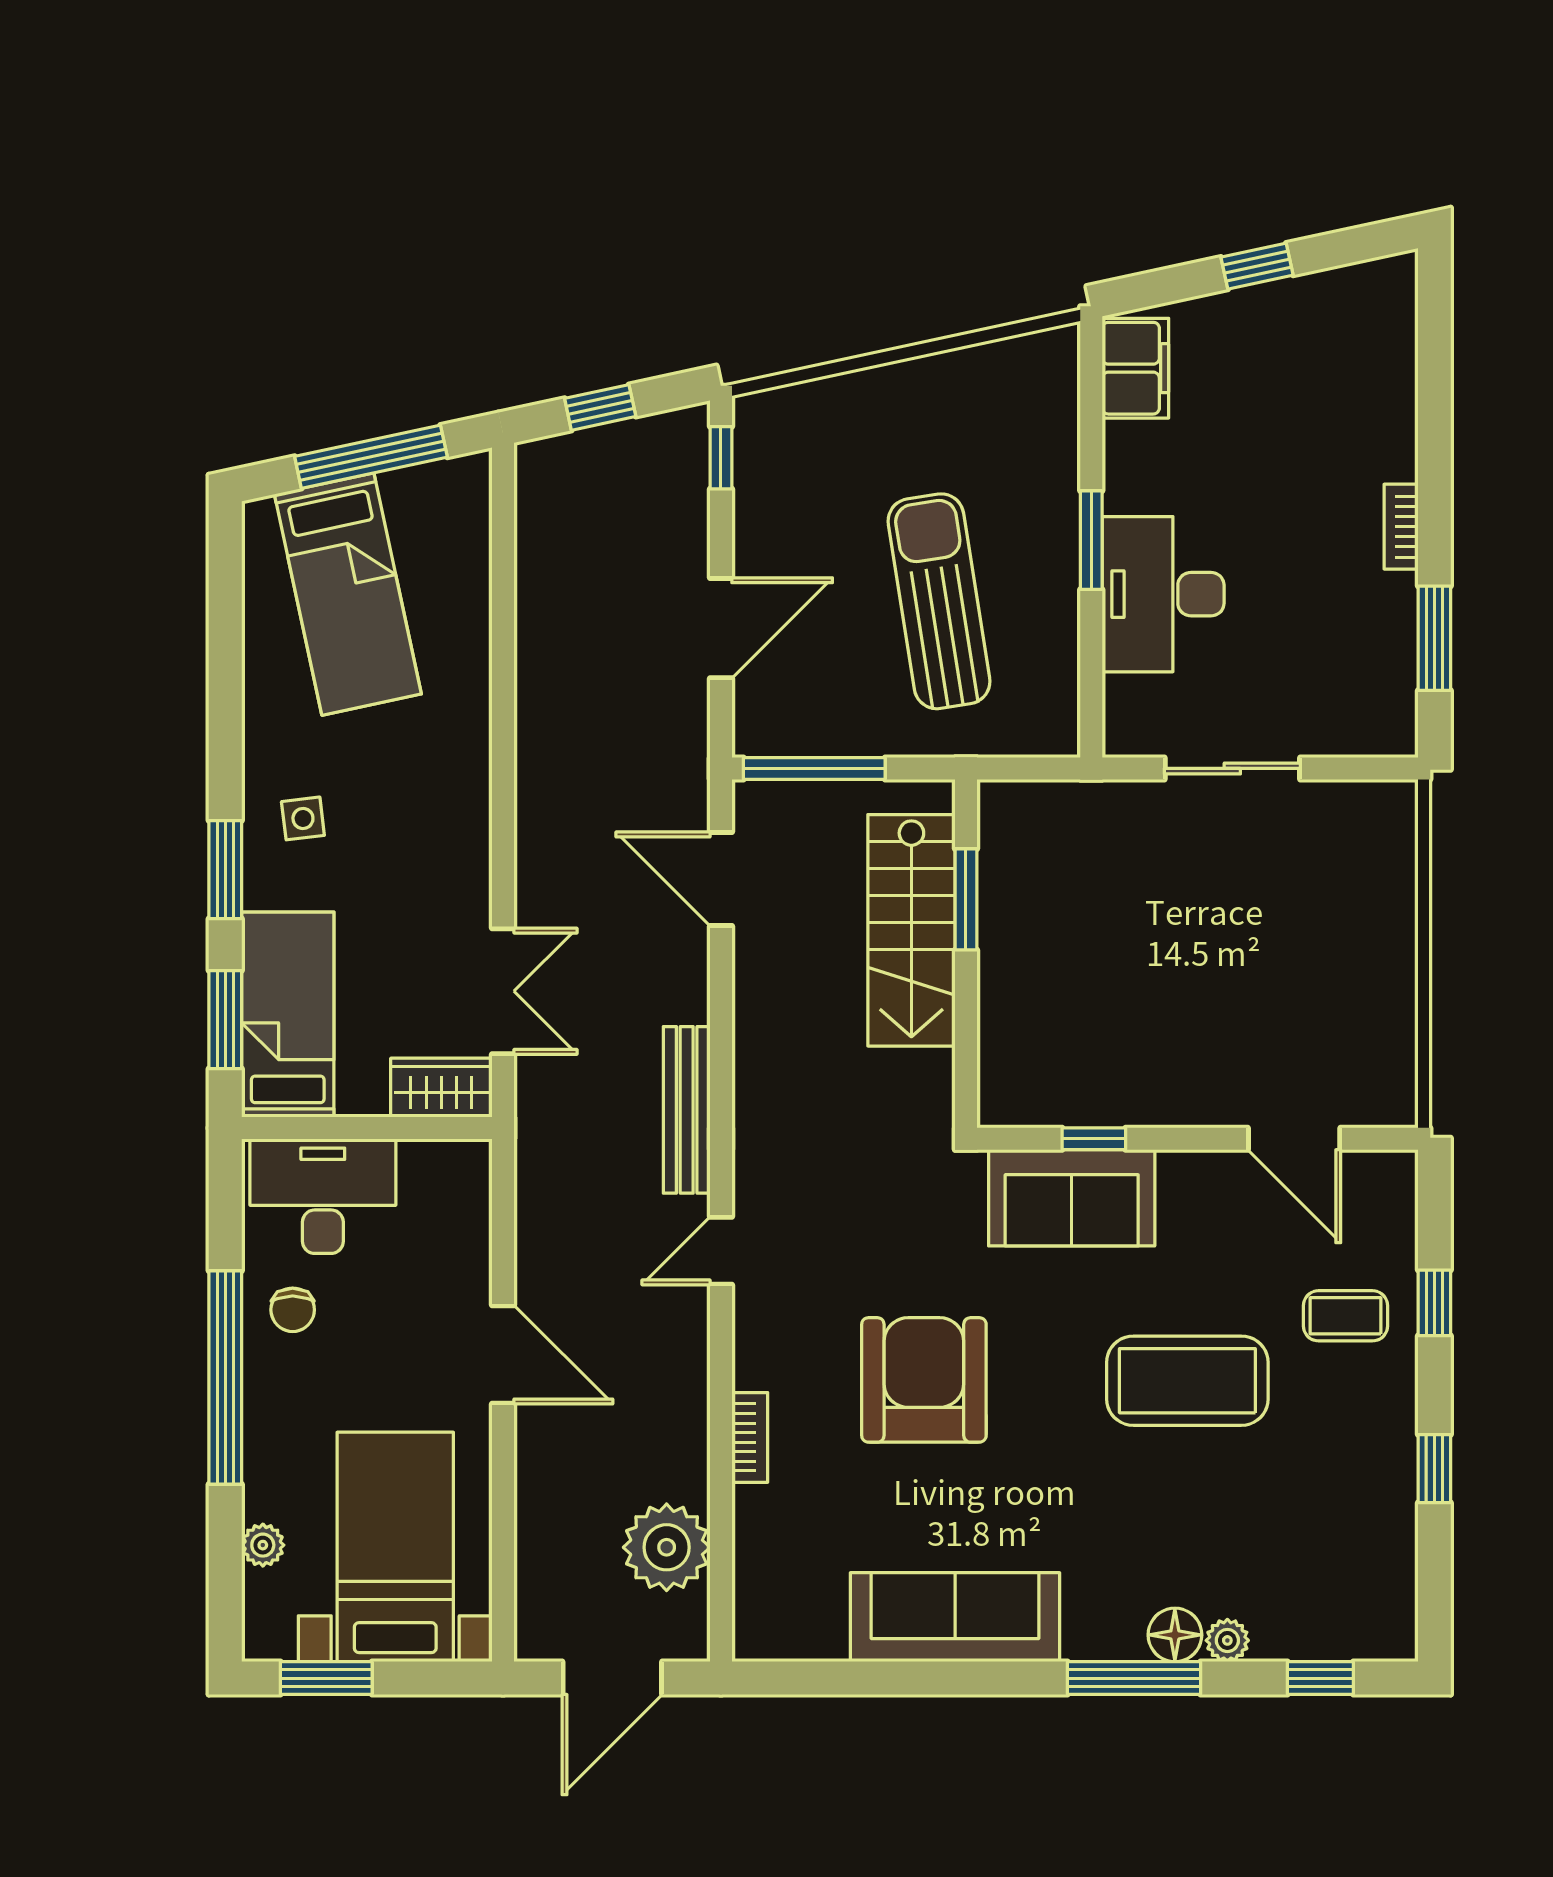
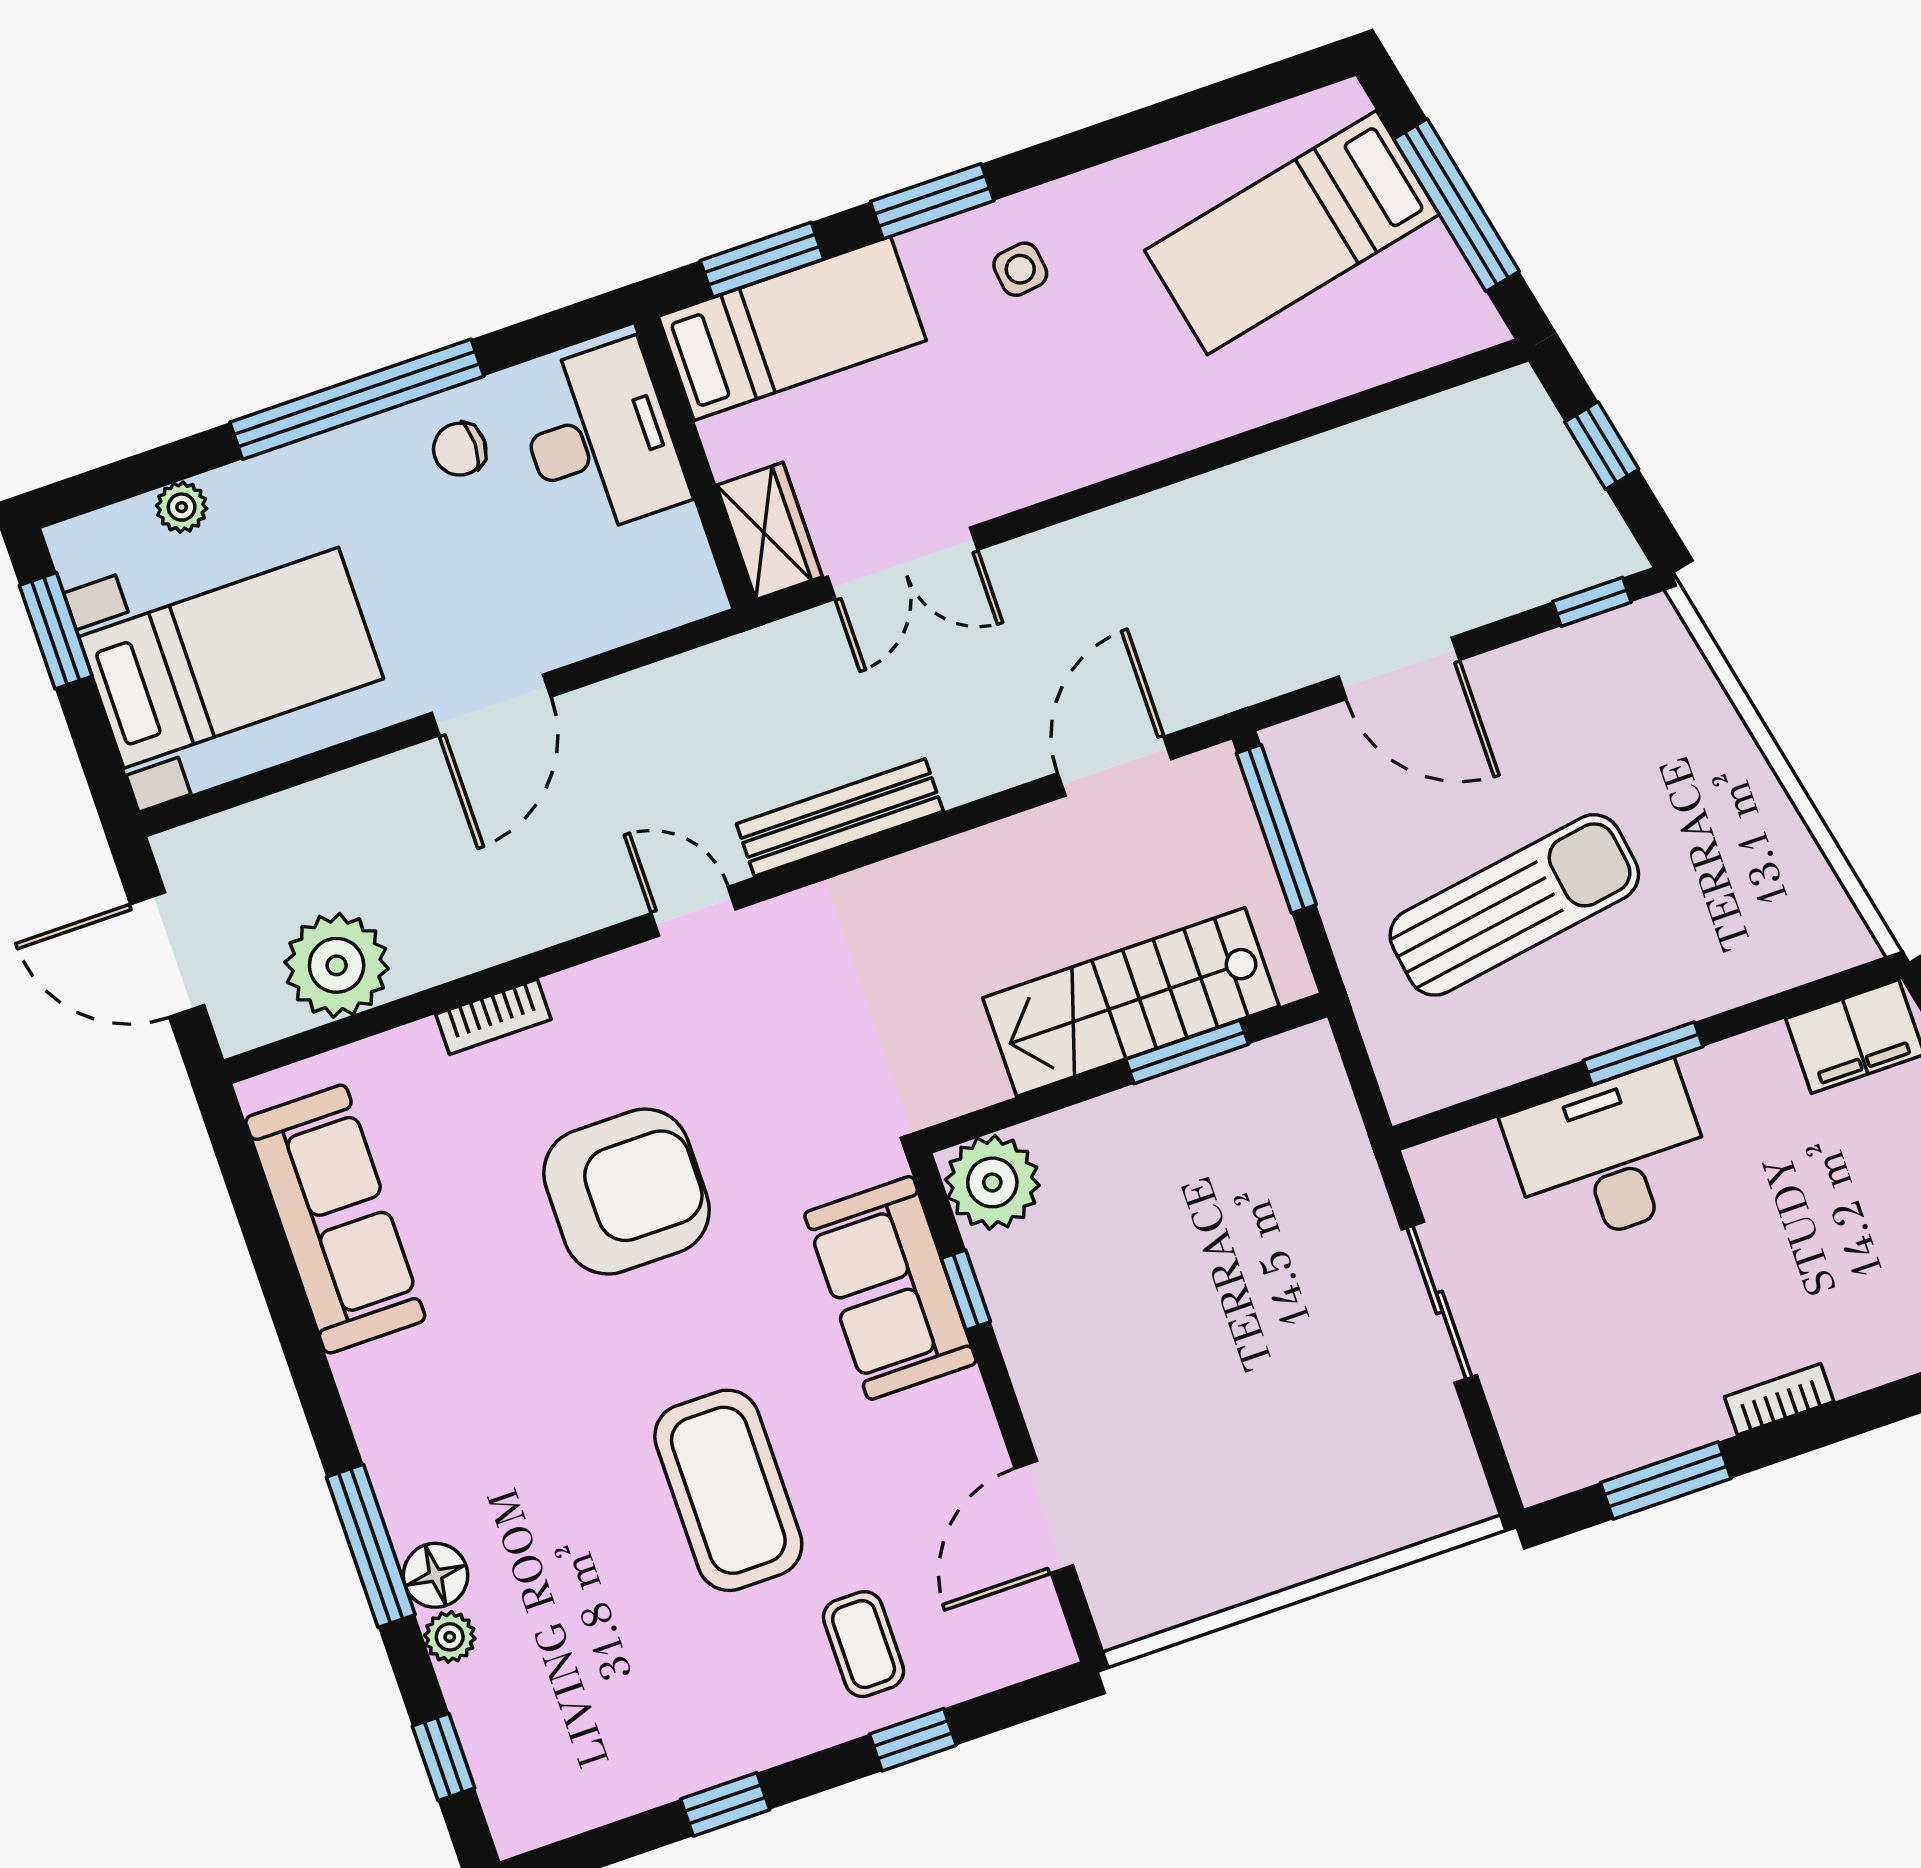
plant: (1016, 1089) -> (992, 1182), added
sofa: (955, 1617) -> (335, 1219), moved

